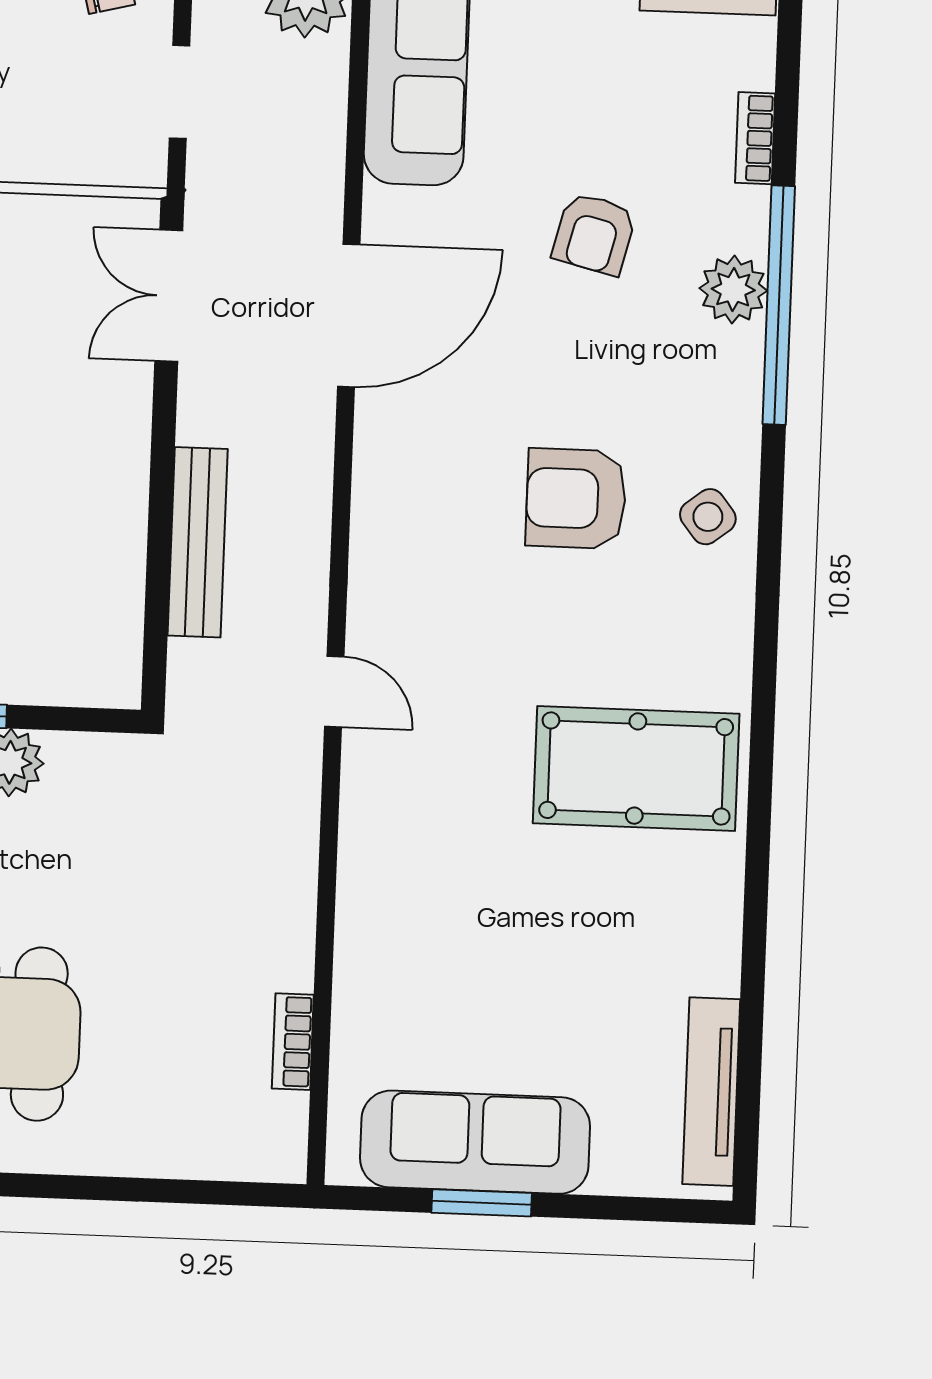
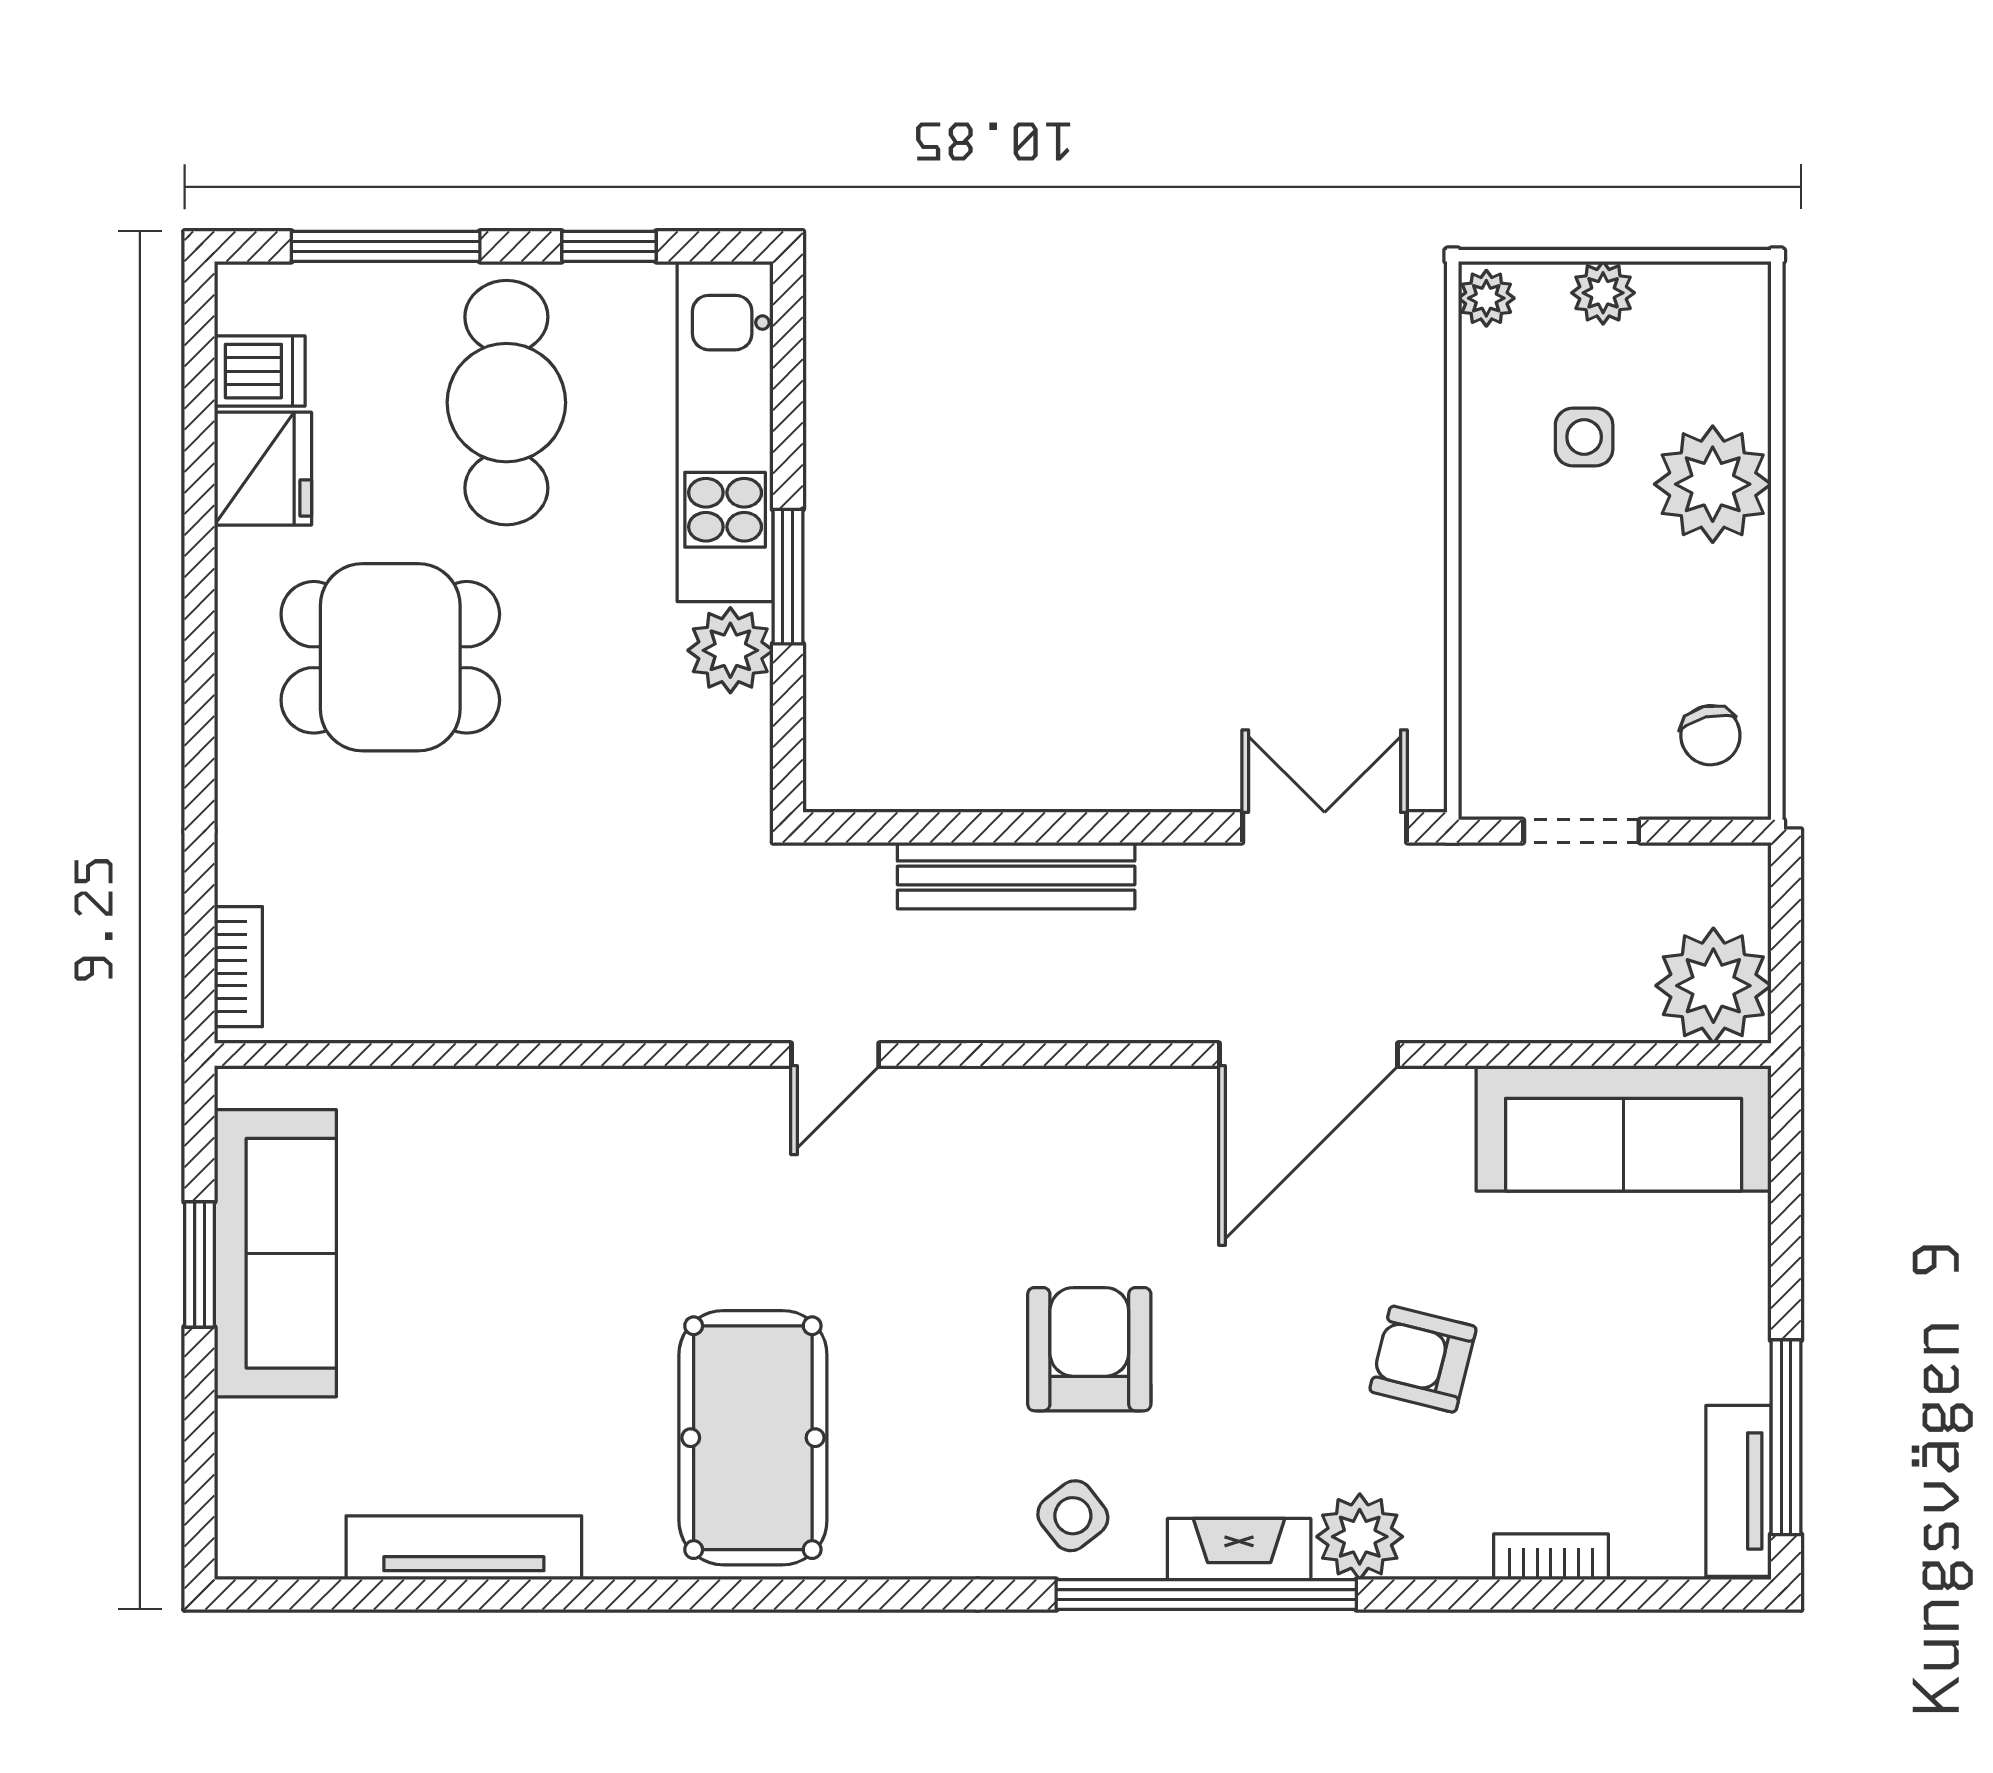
window: (779, 305) -> (1206, 1595), moved
door: (349, 315) -> (1309, 1055), hinge flipped
fireplace: (739, 386) -> (1239, 1549), added
bookcase: (293, 1042) -> (238, 967), moved, turned 90
tv unit: (711, 1092) -> (464, 1548), moved

